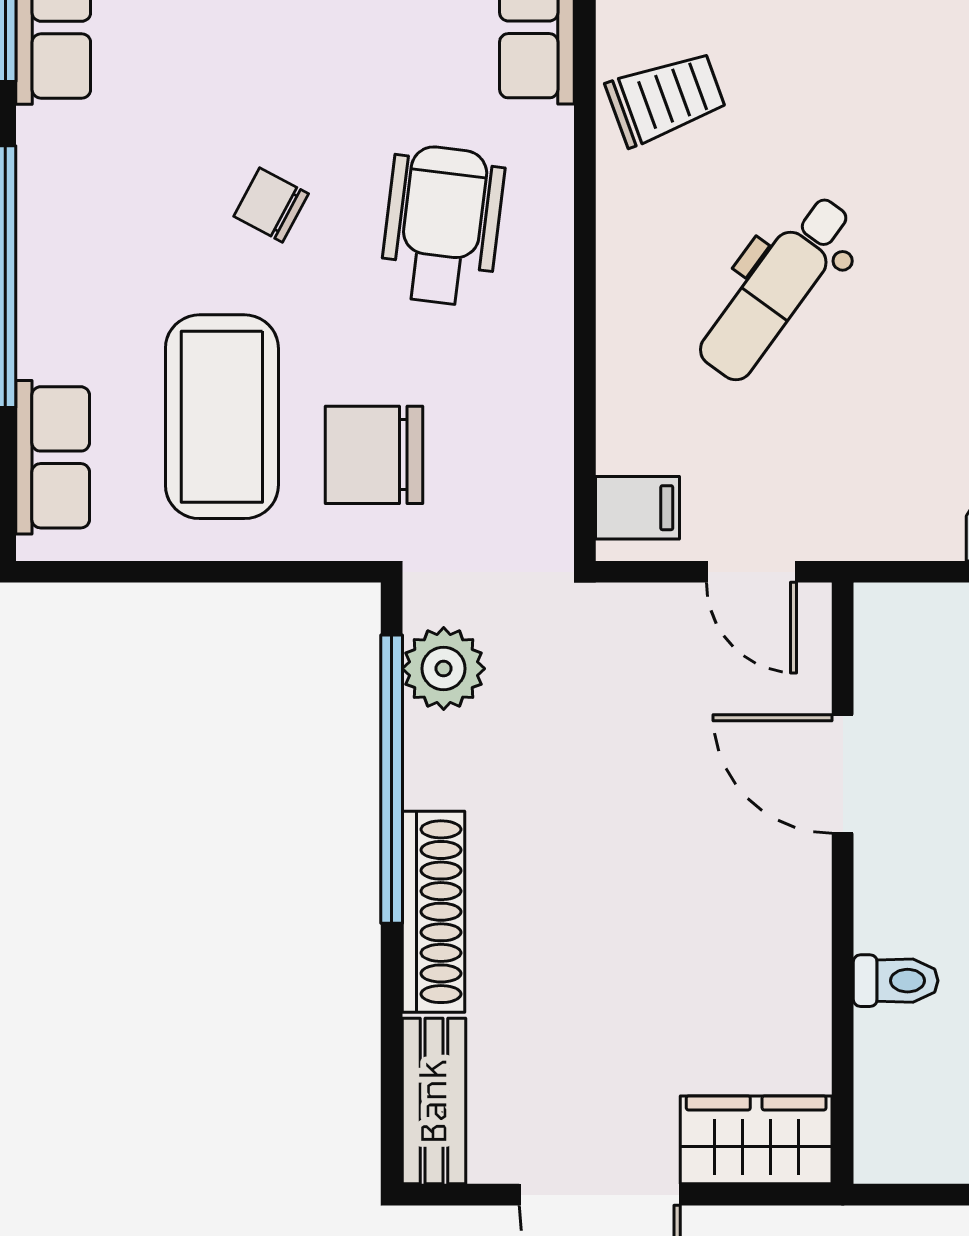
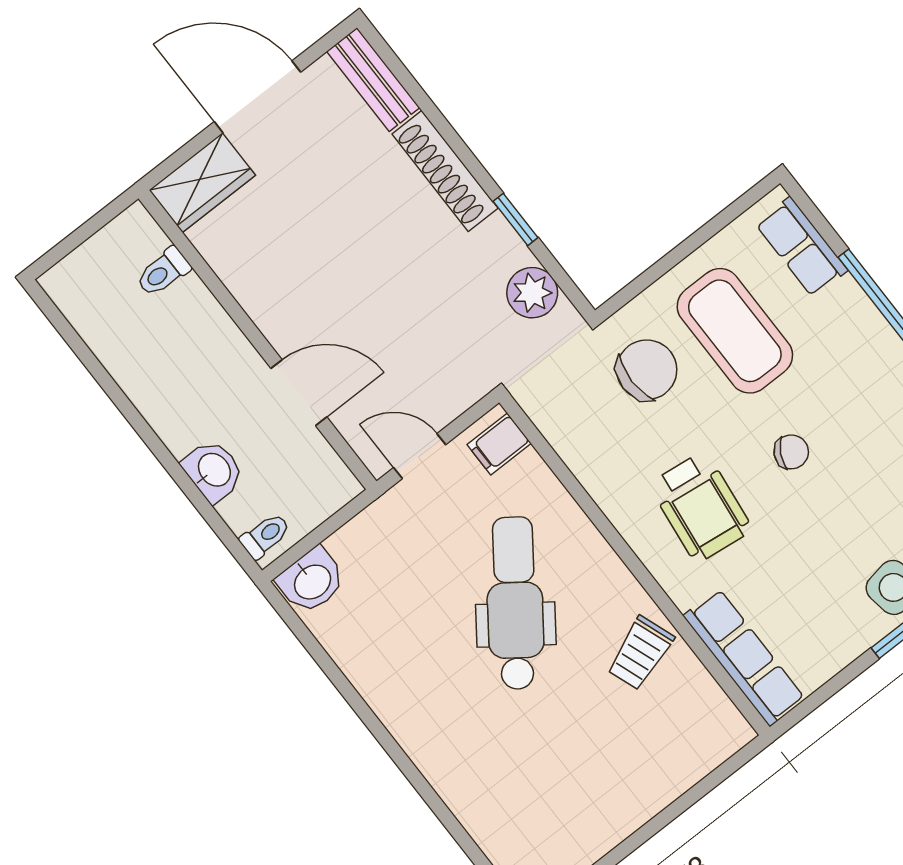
dental chair: (776, 288) -> (515, 603), width x1.36, depth x1.38
window: (392, 779) -> (515, 219), width x0.32
toilet: (896, 981) -> (163, 272), moved

